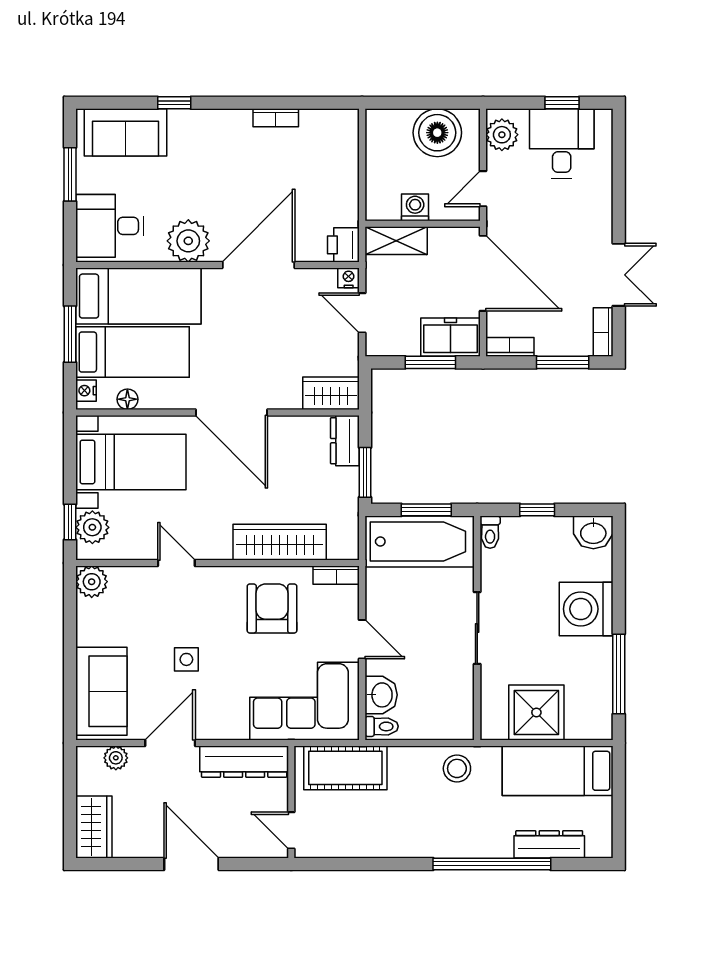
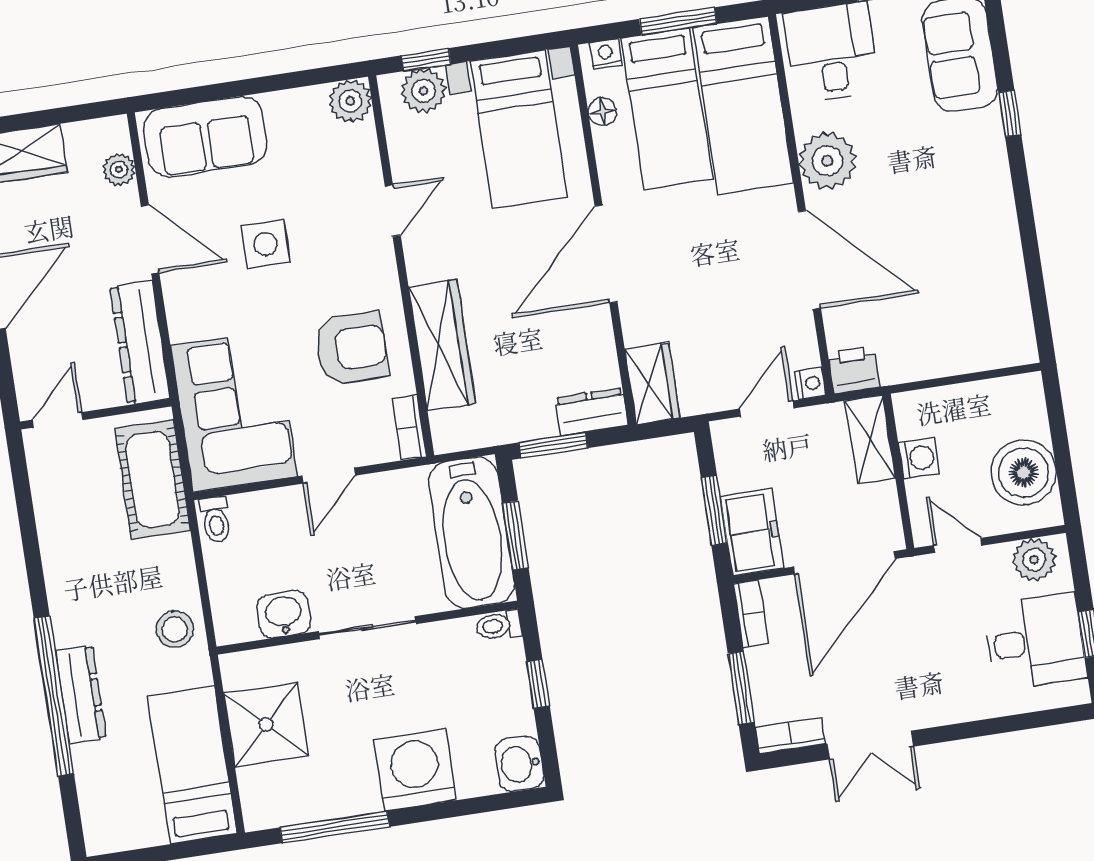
bookcase: (276, 118) -> (1011, 253), removed
side table: (186, 659) -> (266, 244), width x1.37, depth x1.37
washbasin: (381, 695) -> (284, 614), moved, turned 180
dresser: (549, 844) -> (81, 694), moved

